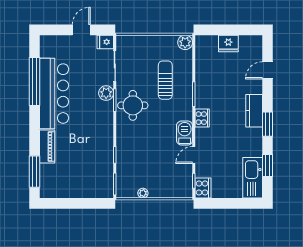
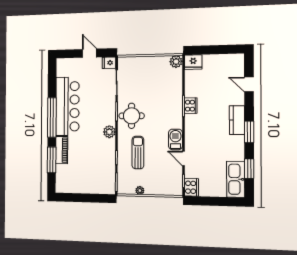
door: (81, 30) -> (89, 53), hinge flipped
fridge: (228, 43) -> (193, 62), moved
door: (268, 70) -> (249, 84), hinge flipped
sun lounger: (165, 80) -> (138, 153), moved
window: (35, 81) -> (52, 117), moved
plant: (106, 93) -> (109, 132), moved
cooker: (202, 118) -> (191, 106), moved
door: (194, 155) -> (183, 159), hinge flipped
window: (35, 172) -> (52, 160), moved

